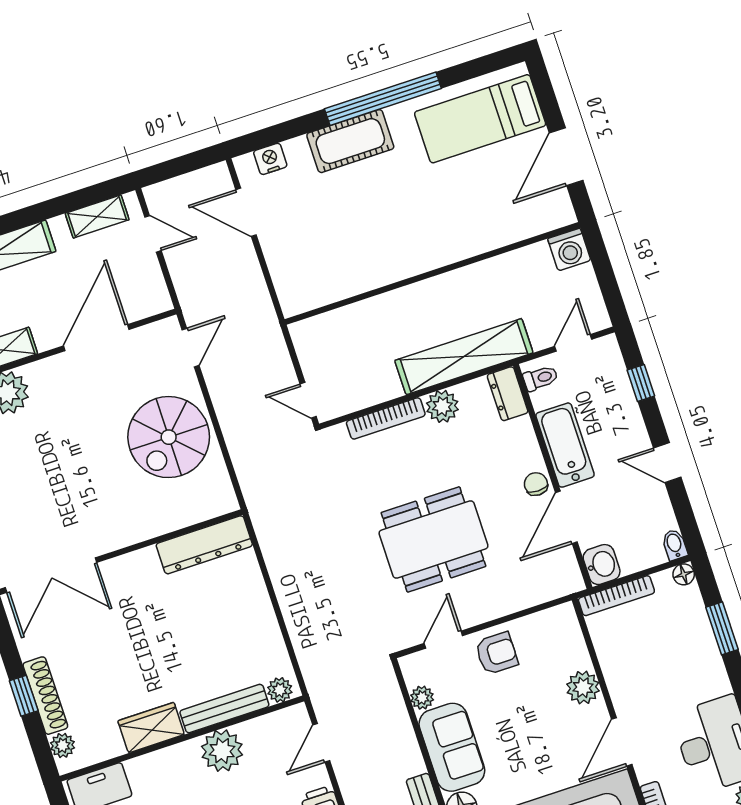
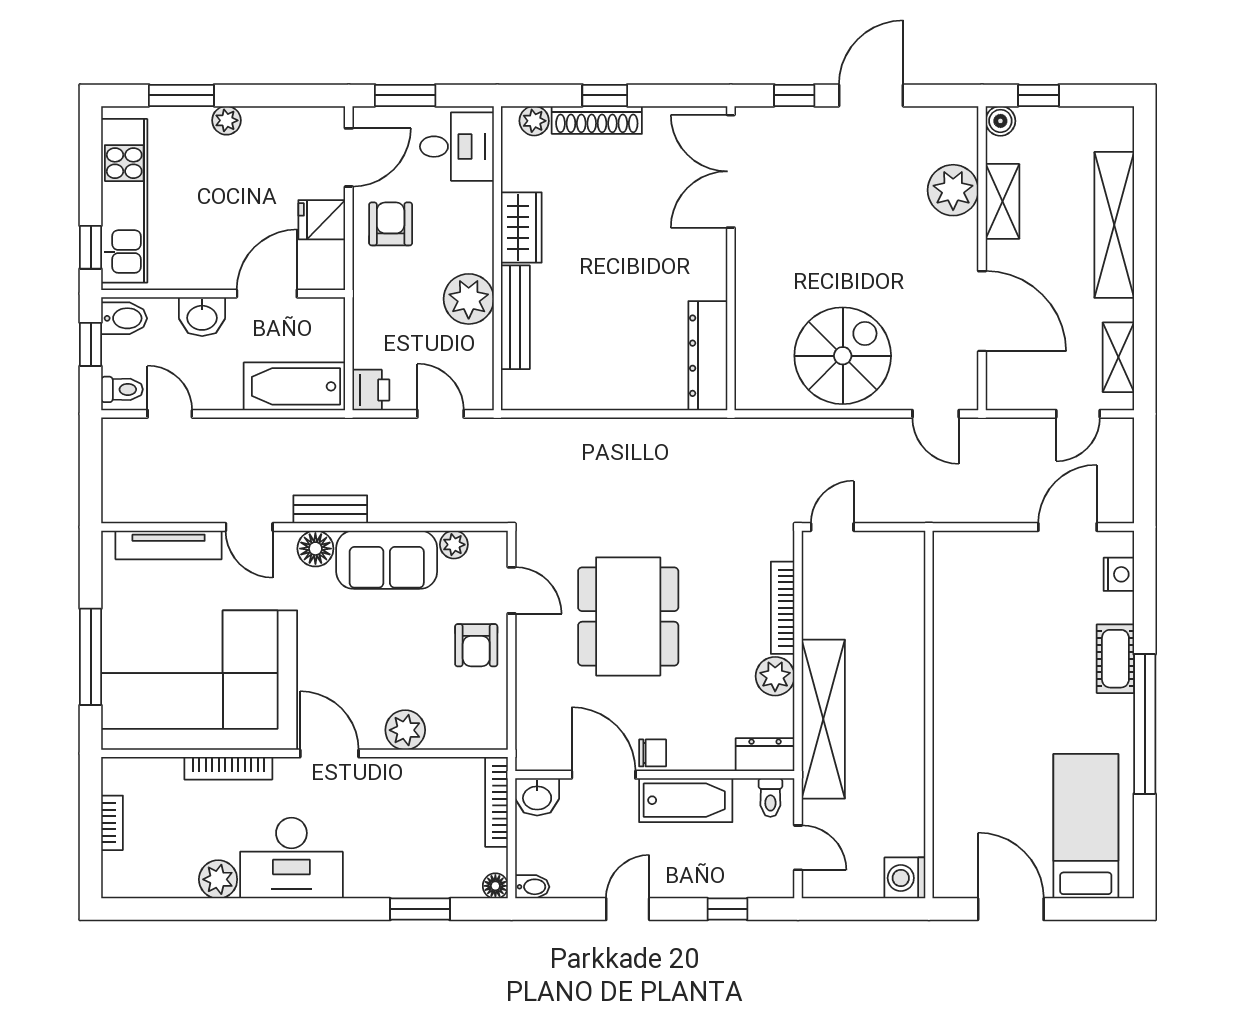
cot: (350, 141) -> (1115, 659), width x0.73, depth x0.75
spiral stairs: (169, 437) -> (843, 356), turned 90
plant: (280, 690) -> (516, 387), removed

